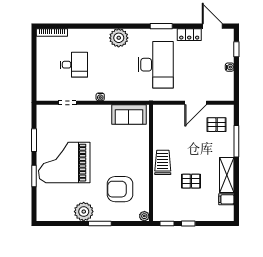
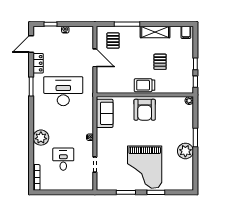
plant: (119, 38) -> (41, 138), moved
armchair: (120, 189) -> (145, 110), moved
filing cabinet: (226, 199) -> (186, 32), moved

